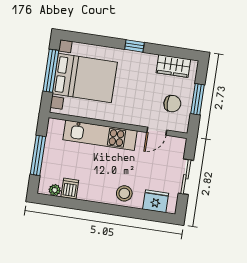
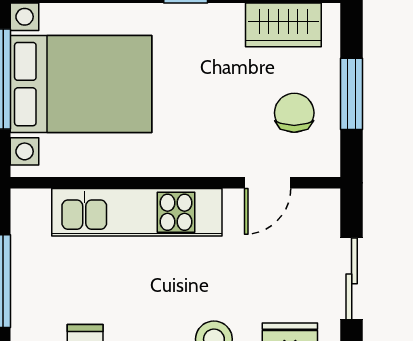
chair: (172, 104) -> (294, 113), turned -90

